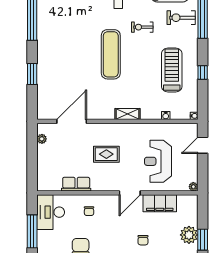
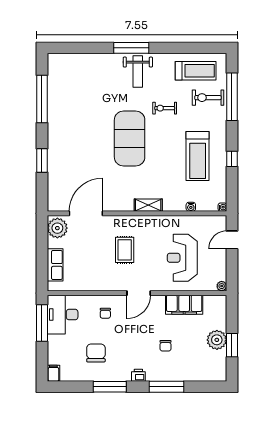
exercise mat: (111, 54) -> (130, 138), width x1.47
treadmill: (172, 70) -> (198, 156), turned 180
plant: (42, 139) -> (57, 228), width x1.88, depth x1.88
rug: (106, 154) -> (125, 250), turned 90
row of seats: (76, 184) -> (55, 265), moved, turned 90
door: (130, 193) -> (139, 293), moved
window: (32, 231) -> (42, 323), moved

